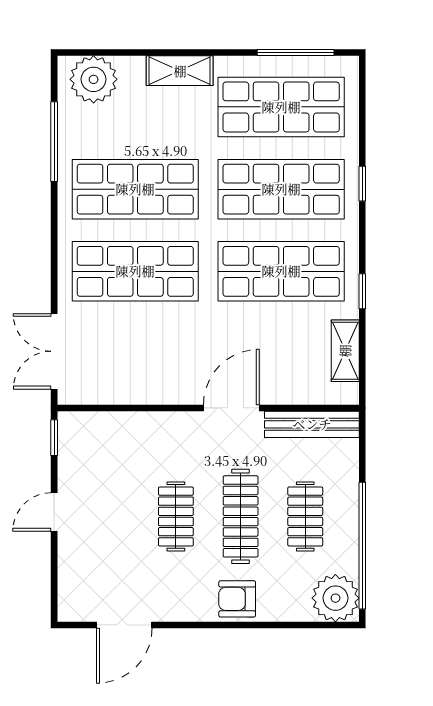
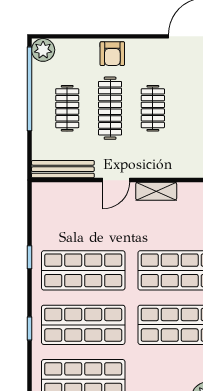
shelving: (345, 351) -> (156, 191), moved, turned 90
door: (231, 408) -> (116, 180), width x0.73
plant: (335, 598) -> (43, 50), width x0.73, depth x0.73
armchair: (237, 599) -> (112, 54), turned 90

